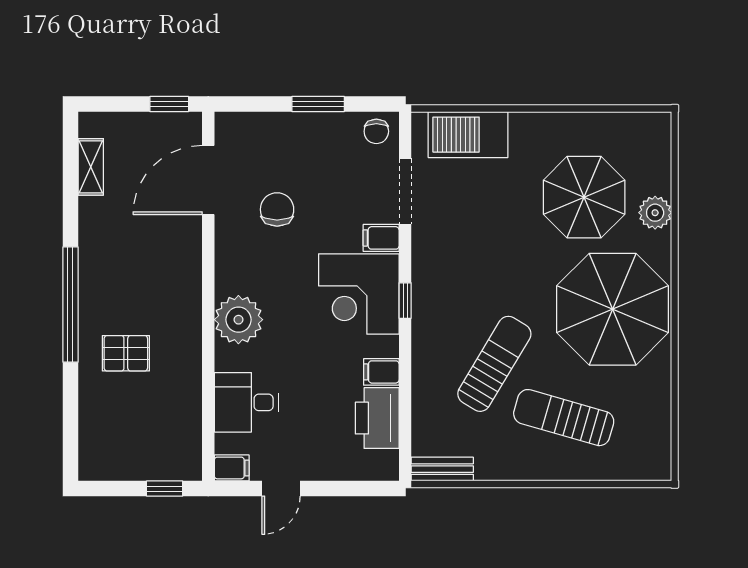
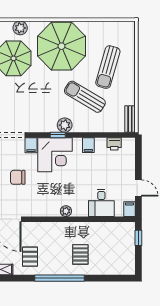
chair: (277, 209) -> (18, 177), moved
pallet: (121, 236) -> (30, 257), added
plant: (428, 317) -> (65, 125), added
plant: (238, 320) -> (66, 211), width x0.53, depth x0.53
printer: (377, 418) -> (114, 144), width x0.53, depth x0.68

